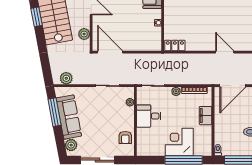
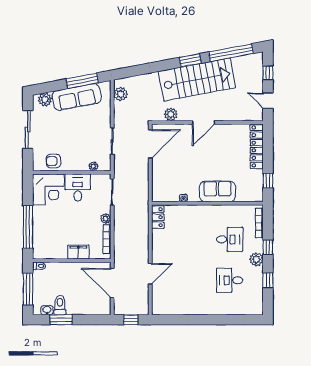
corner desk: (179, 142) -> (48, 189), moved, turned 90

